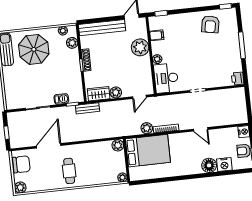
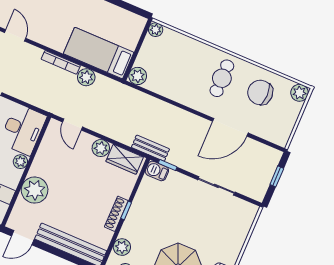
door: (139, 97) -> (72, 124), swing flipped
barbecue: (61, 99) -> (157, 171), moved
bed: (148, 151) -> (99, 53), width x0.67
chair: (21, 164) -> (260, 92), moved

